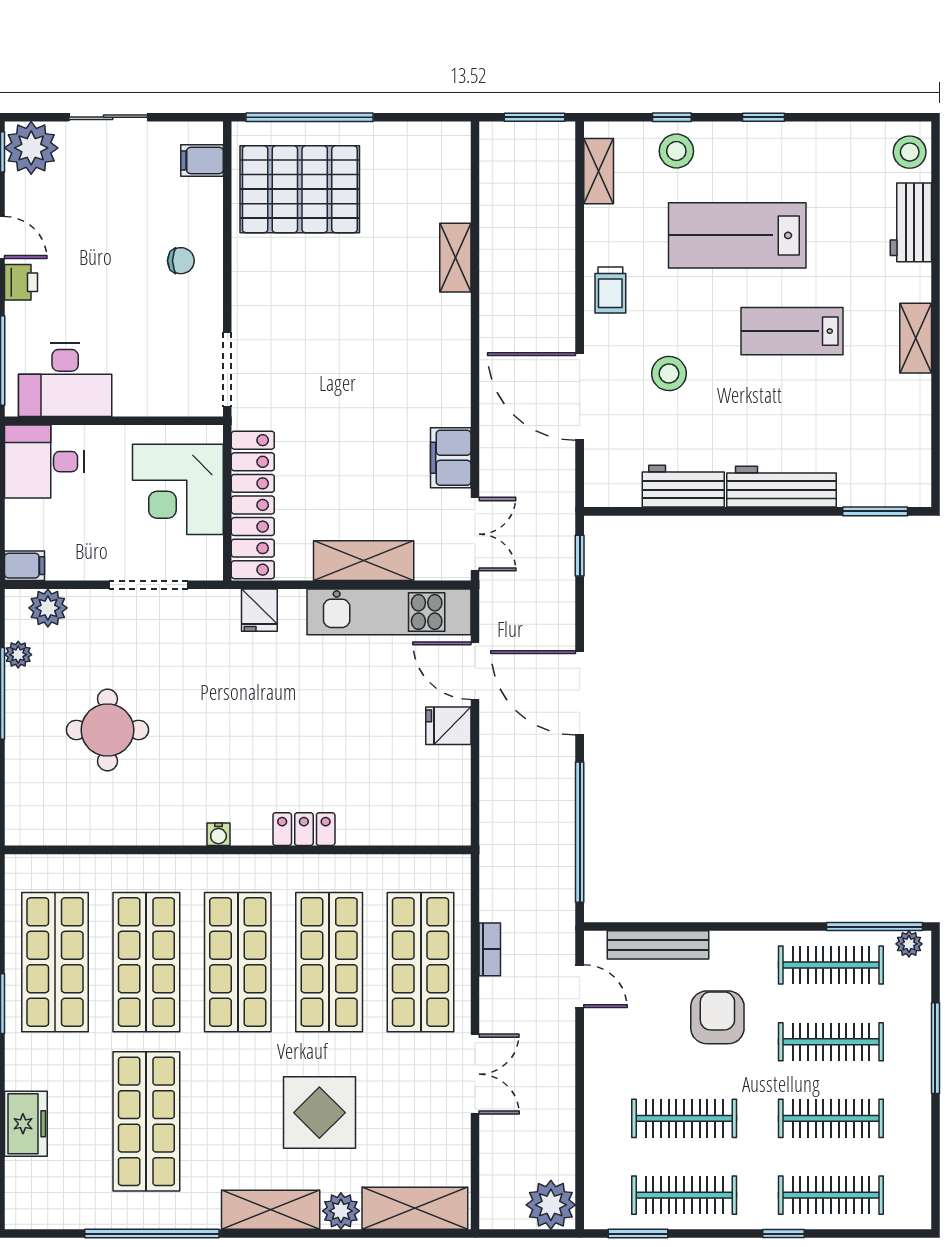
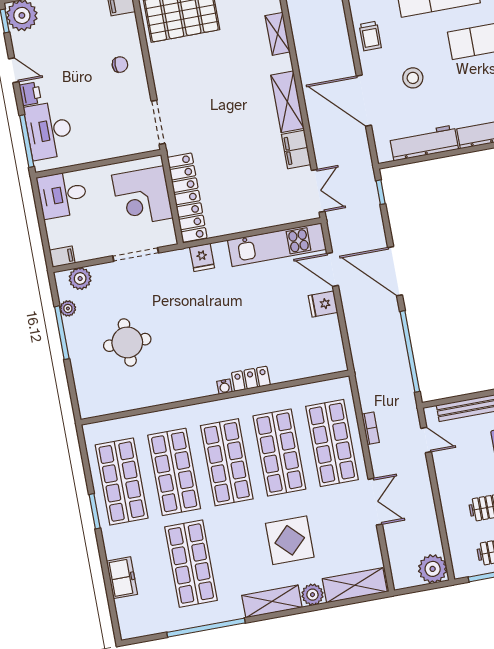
desk: (65, 380) -> (49, 130), moved, turned 90
workbench: (683, 486) -> (424, 143), width x1.37
shelving: (364, 561) -> (287, 102), moved, turned 90
water cooler: (218, 834) -> (224, 387), moved

